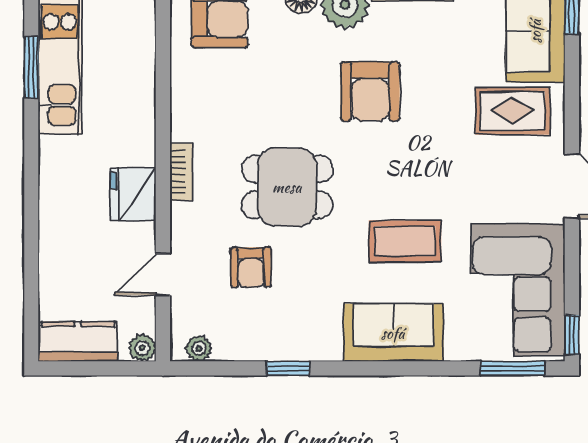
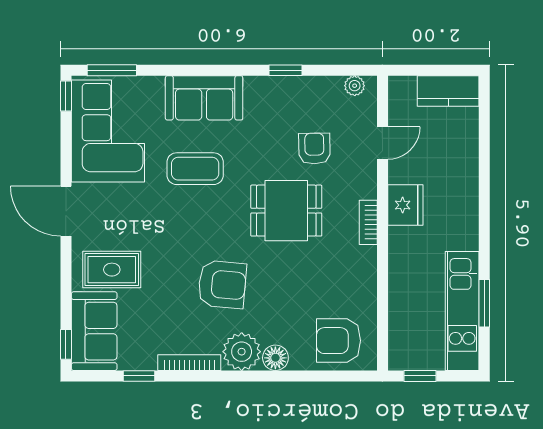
armchair: (370, 91) -> (222, 285), turned 95
plant: (142, 348) -> (398, 86), removed

